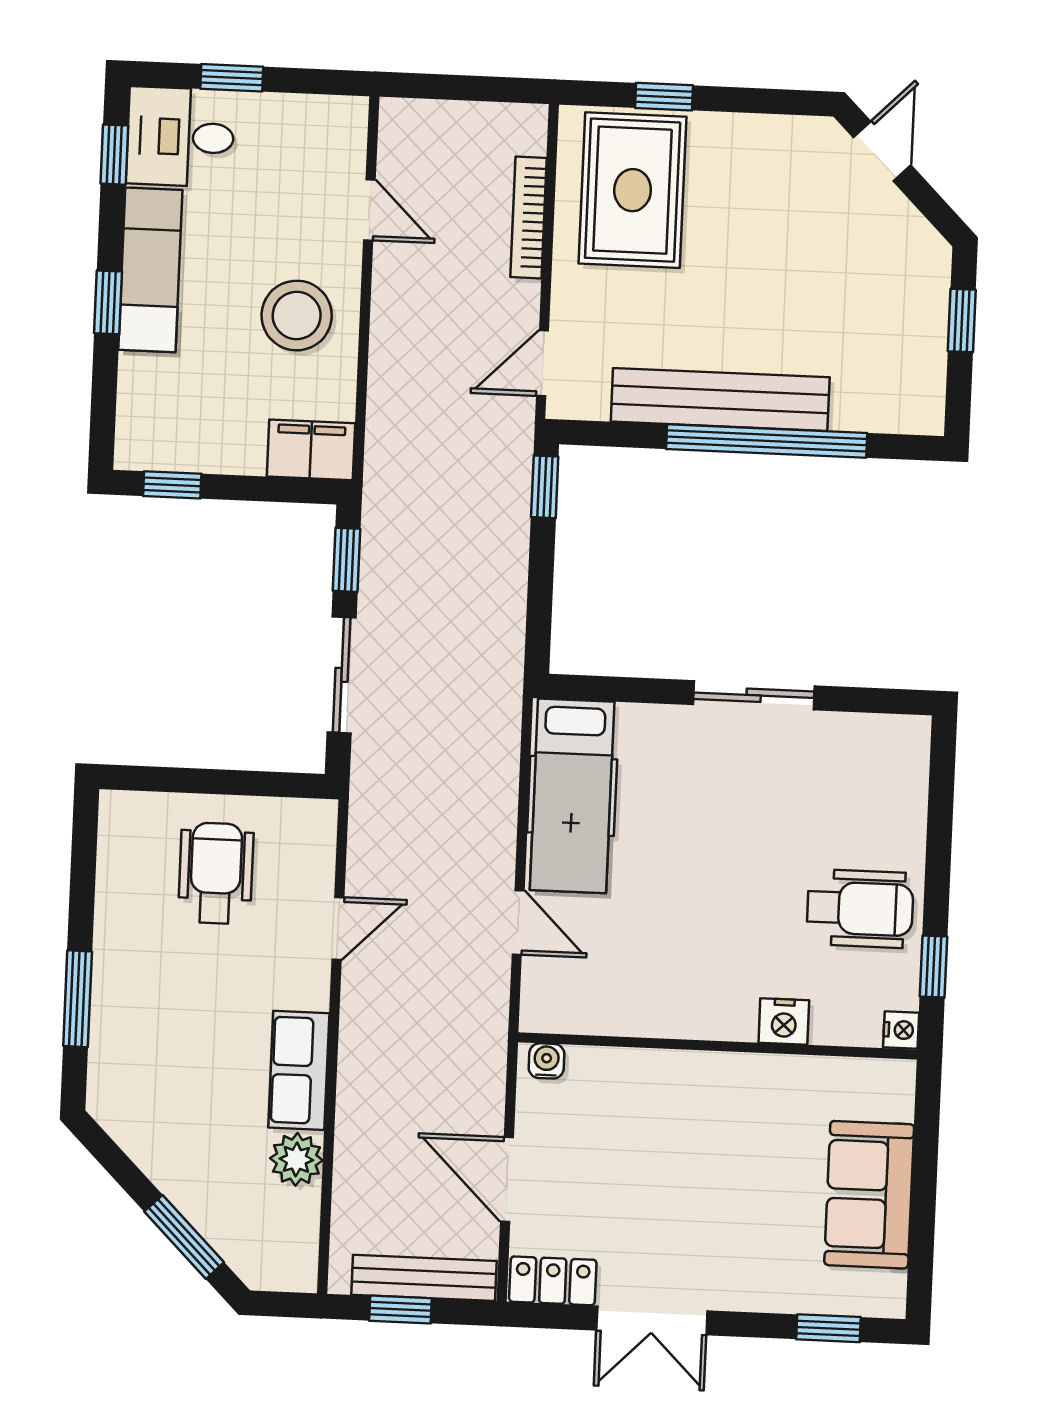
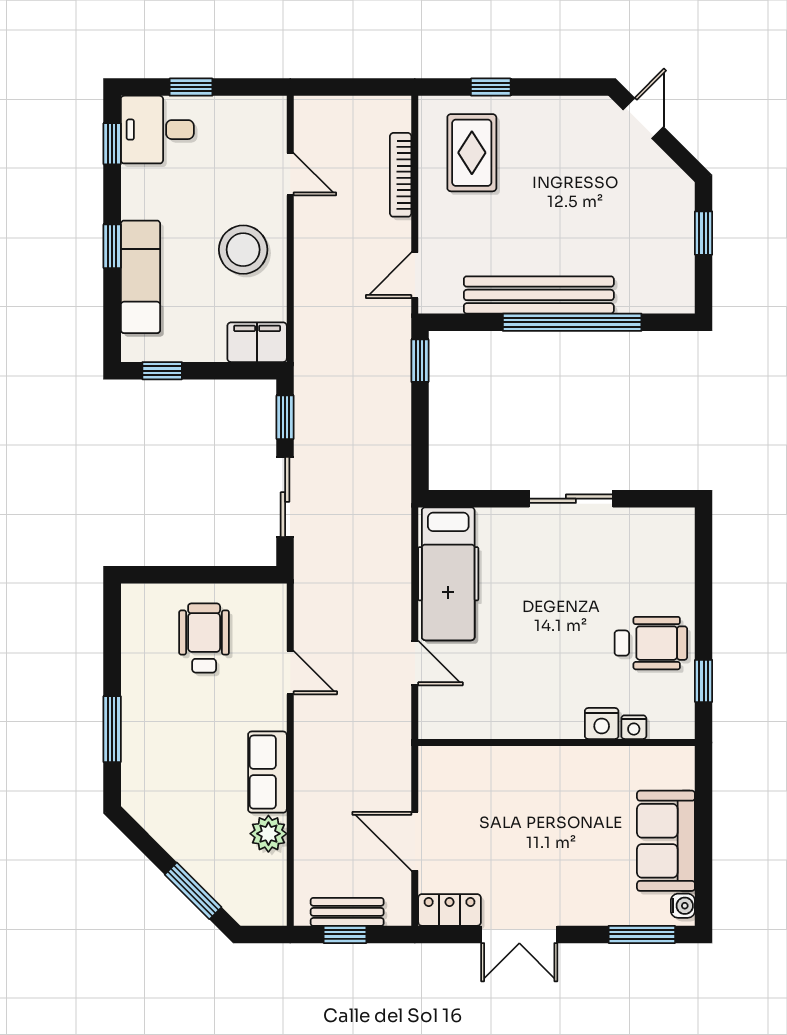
rug: (633, 190) -> (472, 153), width x0.73, depth x0.70
exam couch: (150, 270) -> (141, 277), moved
door: (338, 928) -> (290, 673), hinge flipped
nightstand: (901, 1030) -> (634, 727), moved, turned 90
water cooler: (546, 1061) -> (683, 906), moved, turned 90
bench: (424, 1278) -> (347, 912), width x0.73
window: (828, 1328) -> (642, 934), width x1.50

